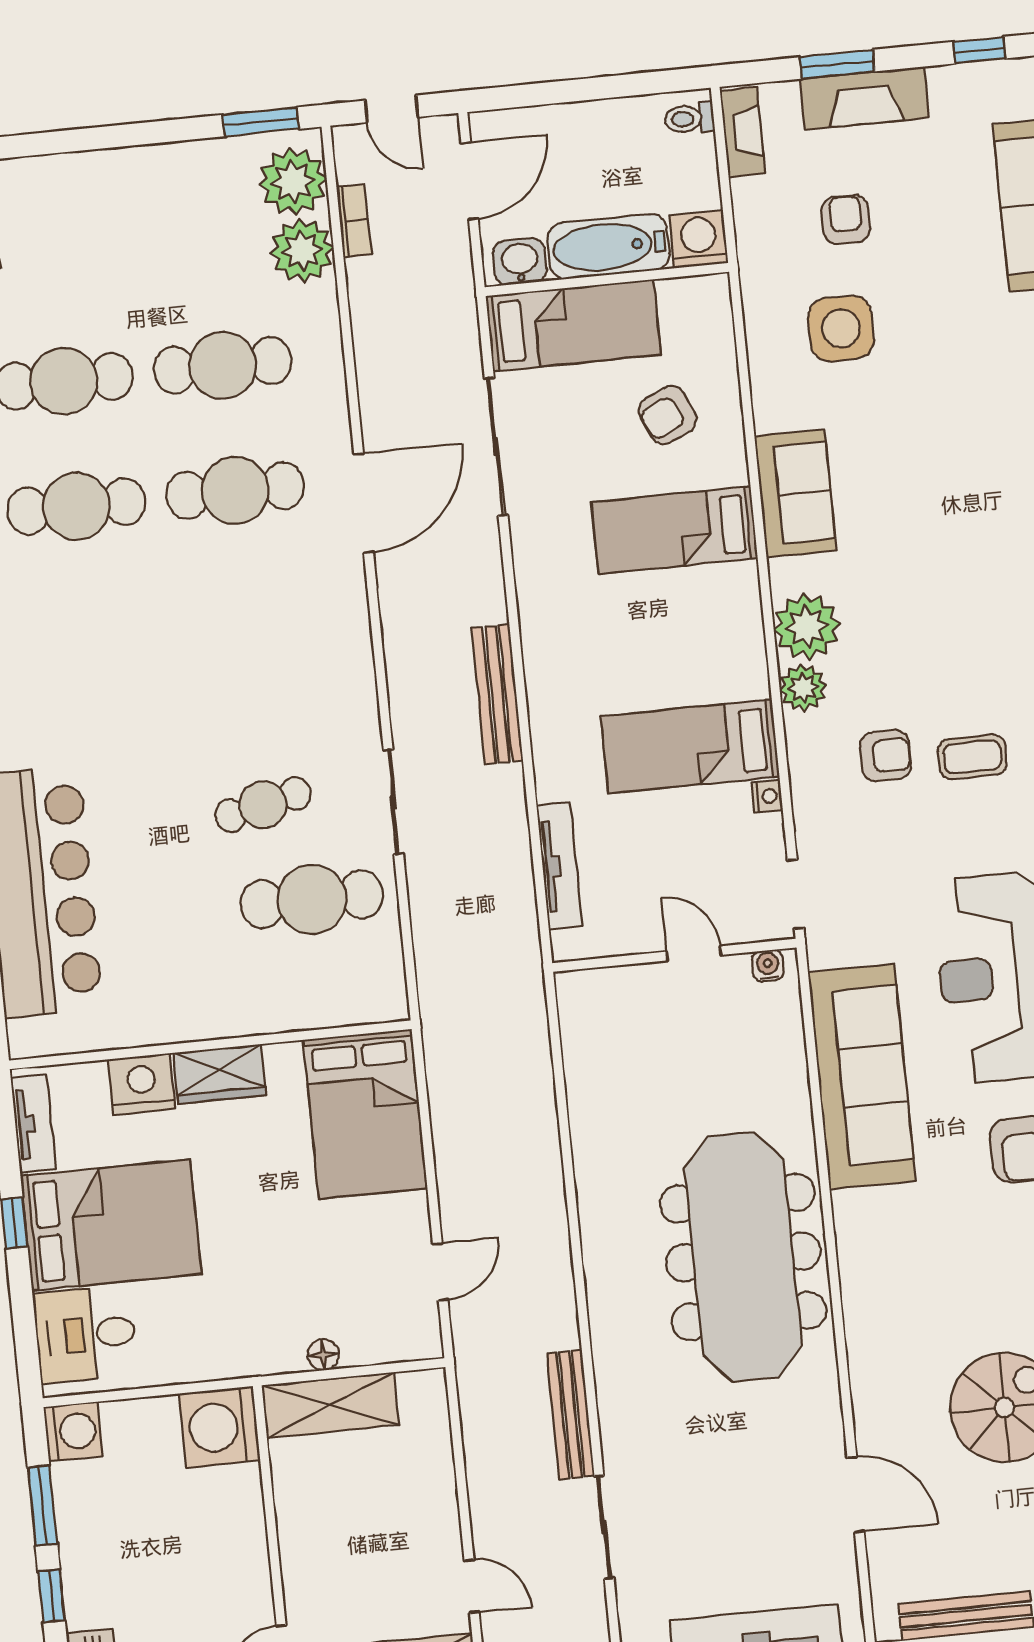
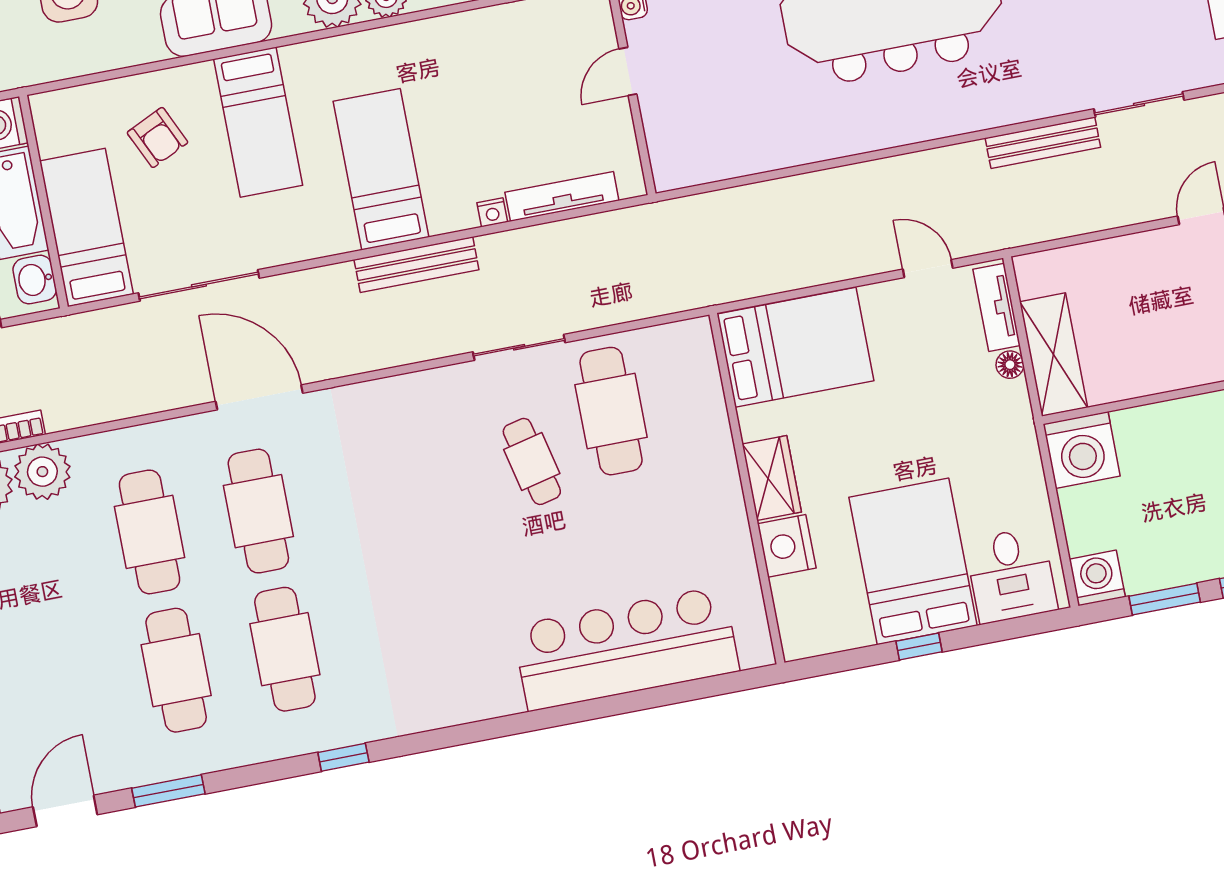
bed: (690, 746) -> (381, 169), moved, turned 180
nightstand: (767, 796) -> (492, 212), moved, turned 180
tv unit: (33, 1124) -> (997, 307), moved, turned -90

